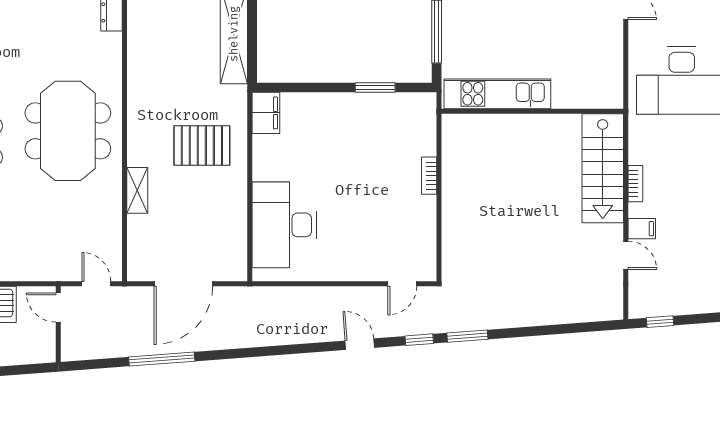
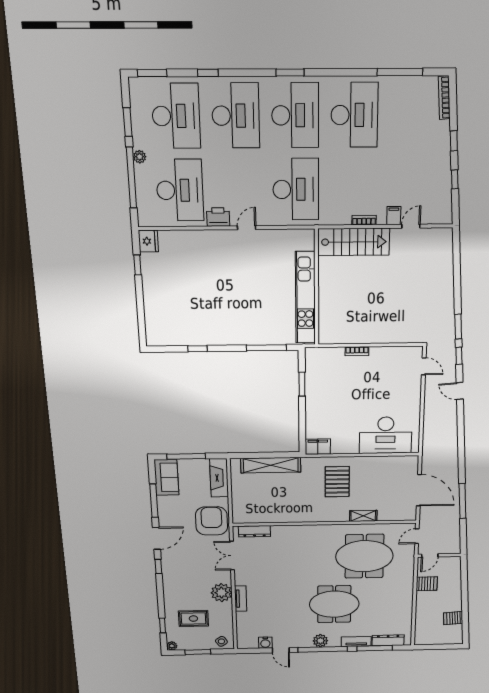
kitchen unit: (497, 94) -> (305, 298), width x1.36
meeting table: (68, 131) -> (364, 556), moved
window: (660, 322) -> (455, 179), moved
door: (360, 344) -> (460, 391), hinge flipped

